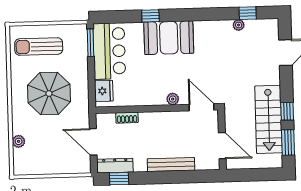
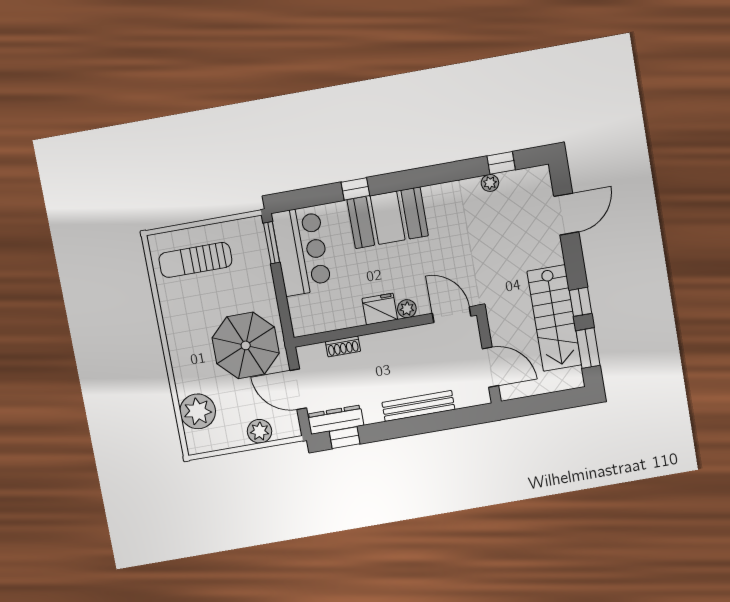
fridge: (104, 91) -> (380, 309), moved, turned -90
parasol: (49, 93) -> (246, 345), moved
plant: (19, 141) -> (198, 411), width x1.87, depth x1.87
plant: (63, 166) -> (260, 431), added

